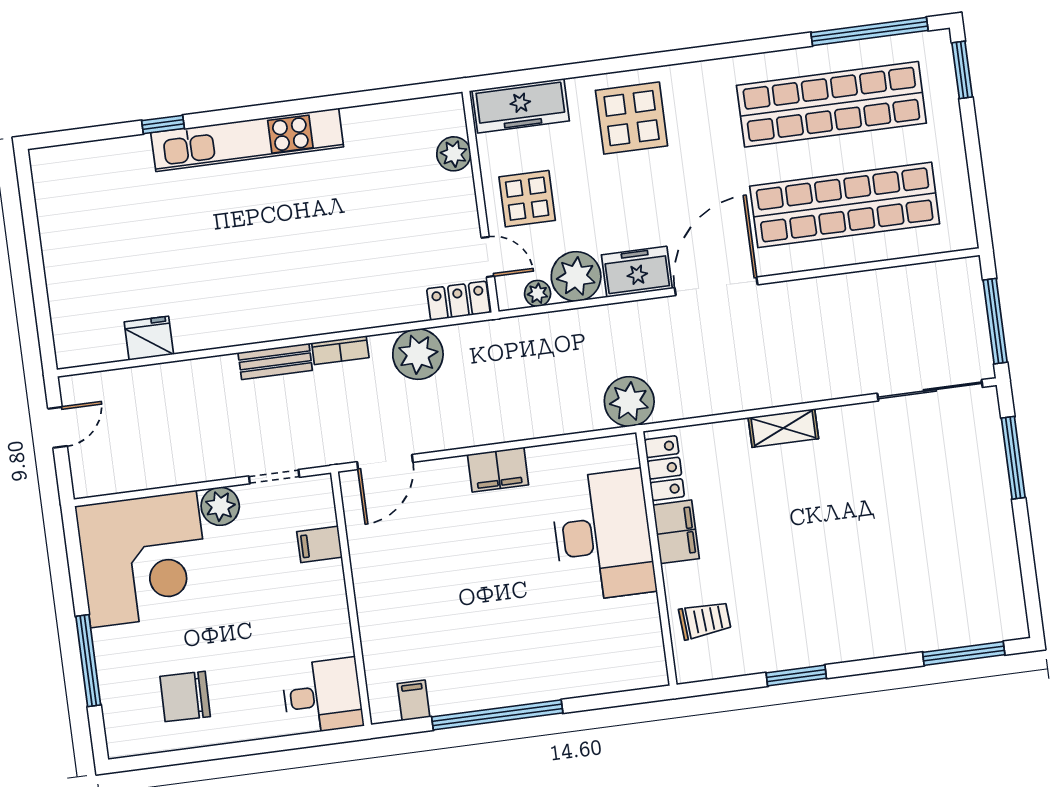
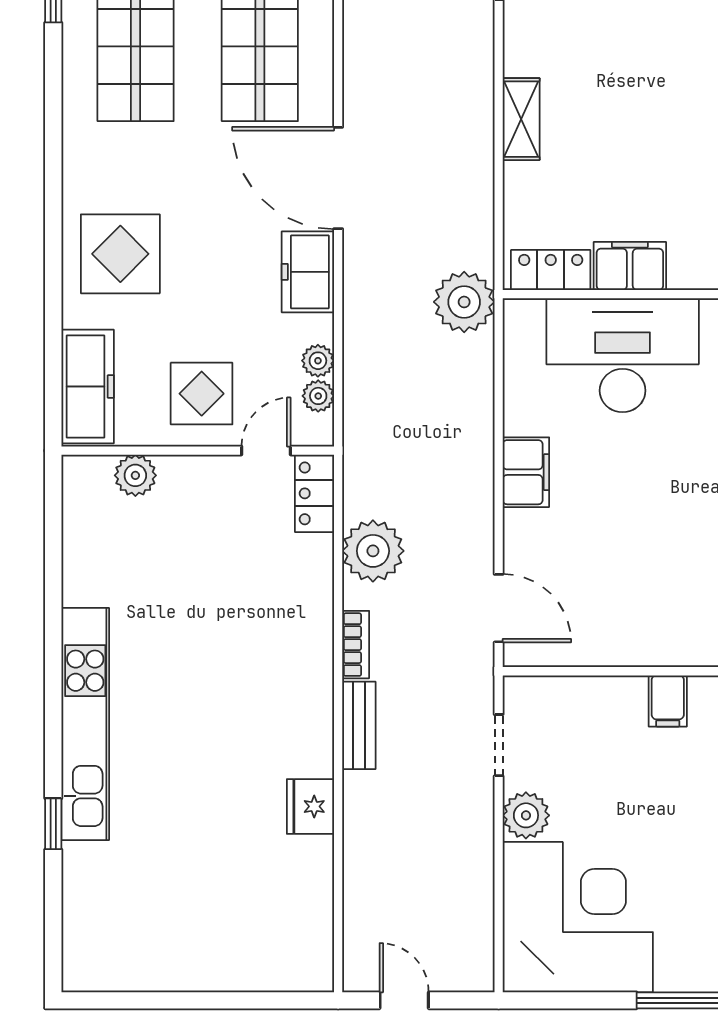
plant: (576, 276) -> (318, 361), width x0.53, depth x0.53
fridge: (149, 338) -> (310, 806), moved
filing cabinet: (320, 544) -> (668, 701), moved

